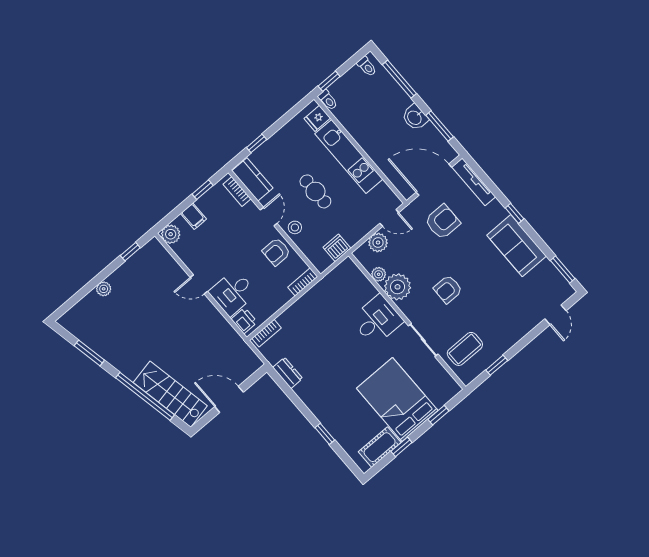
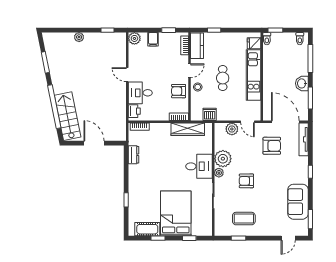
sofa: (517, 246) -> (298, 202), moved
plant: (379, 274) -> (219, 173), moved
wardrobe: (326, 288) -> (188, 129), added
coffee table: (465, 349) -> (244, 219), moved

